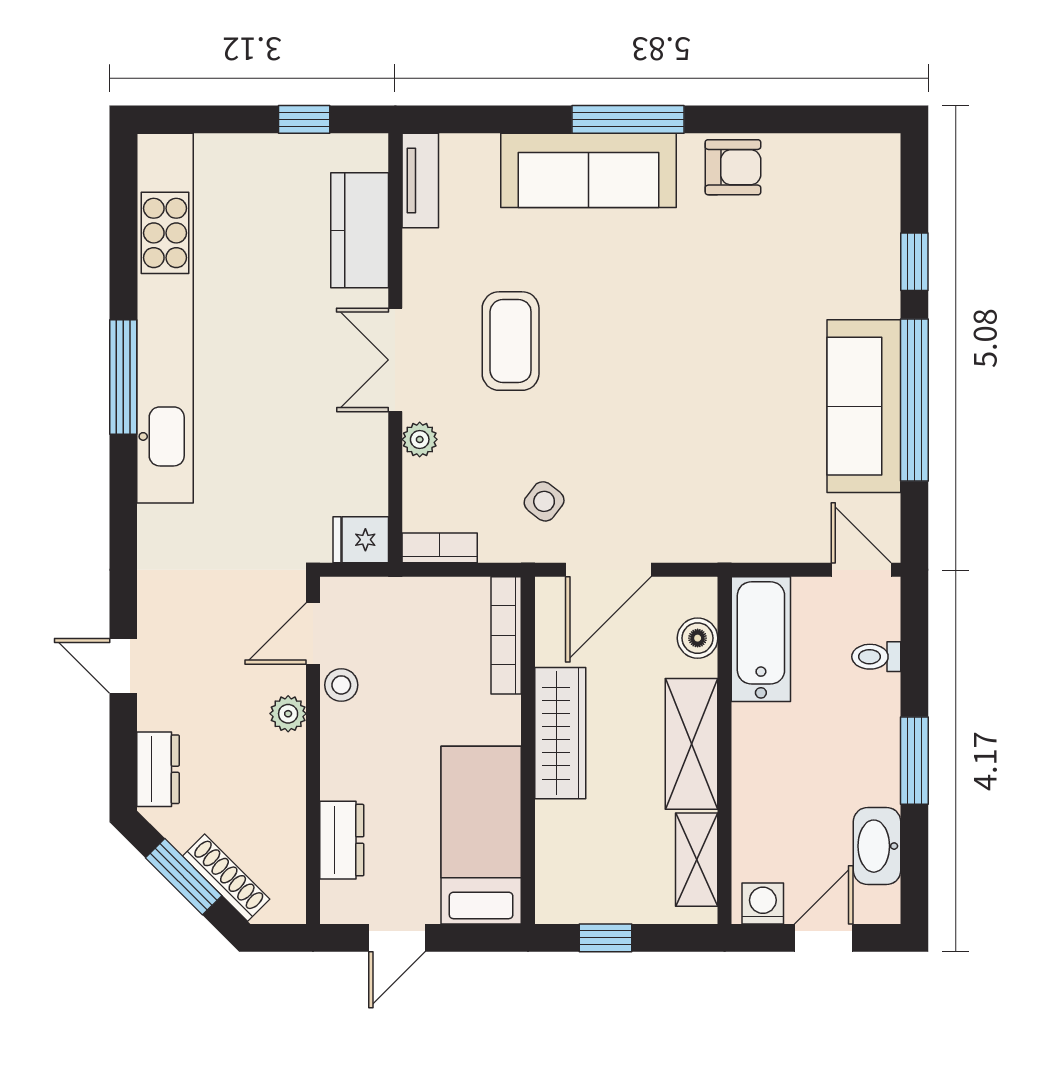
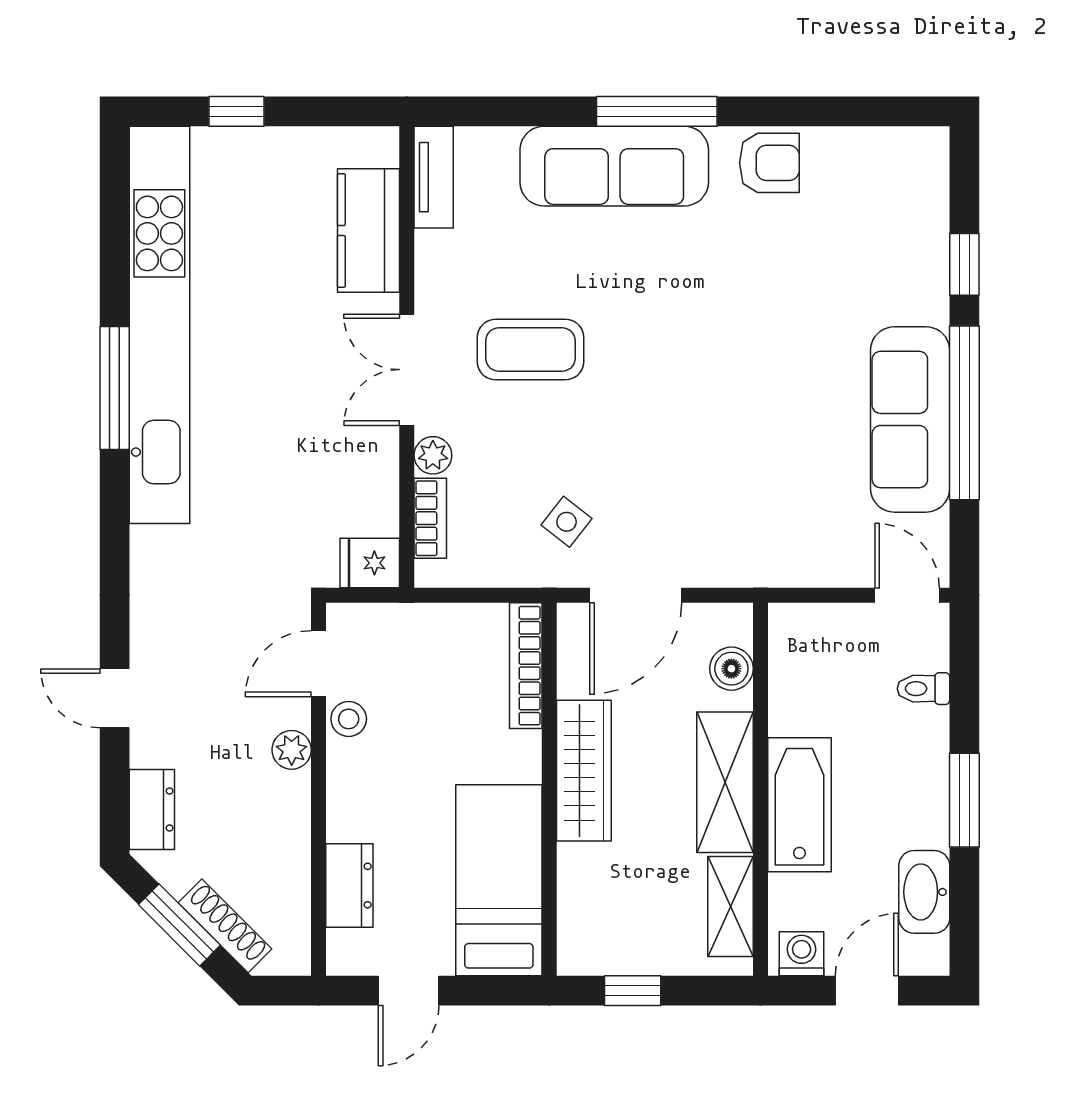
window: (304, 119) -> (237, 111), moved
coffee table: (511, 341) -> (531, 350), turned 90
bookcase: (440, 548) -> (430, 518), moved, turned 90
bathtub: (761, 639) -> (799, 805), moved

